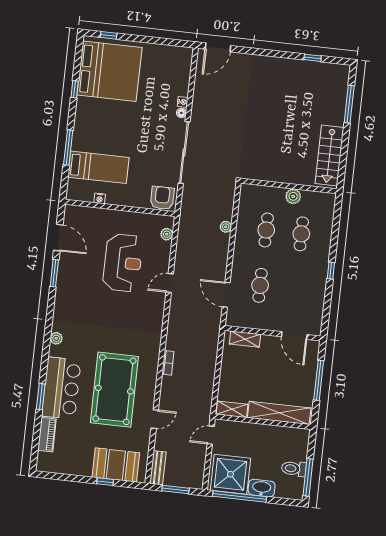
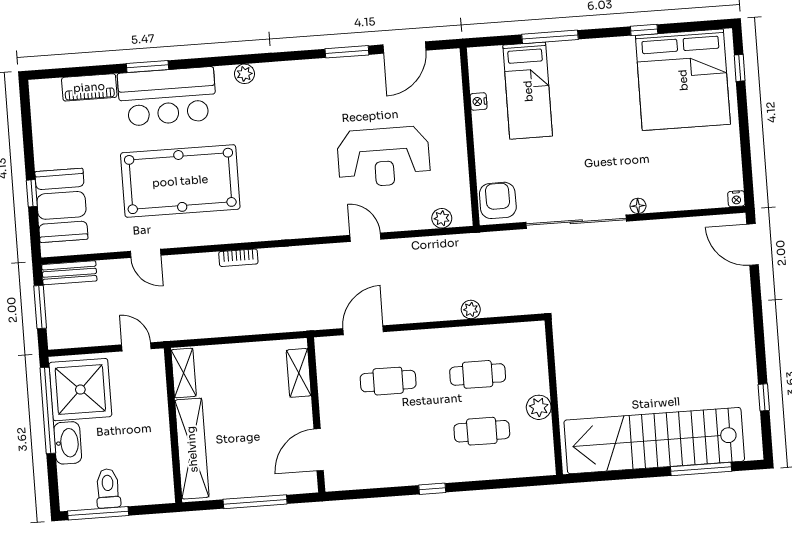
nightstand: (183, 102) -> (736, 199), moved
stairs: (329, 155) -> (654, 441), width x1.86, depth x1.51
armchair: (162, 198) -> (498, 200), turned -90

